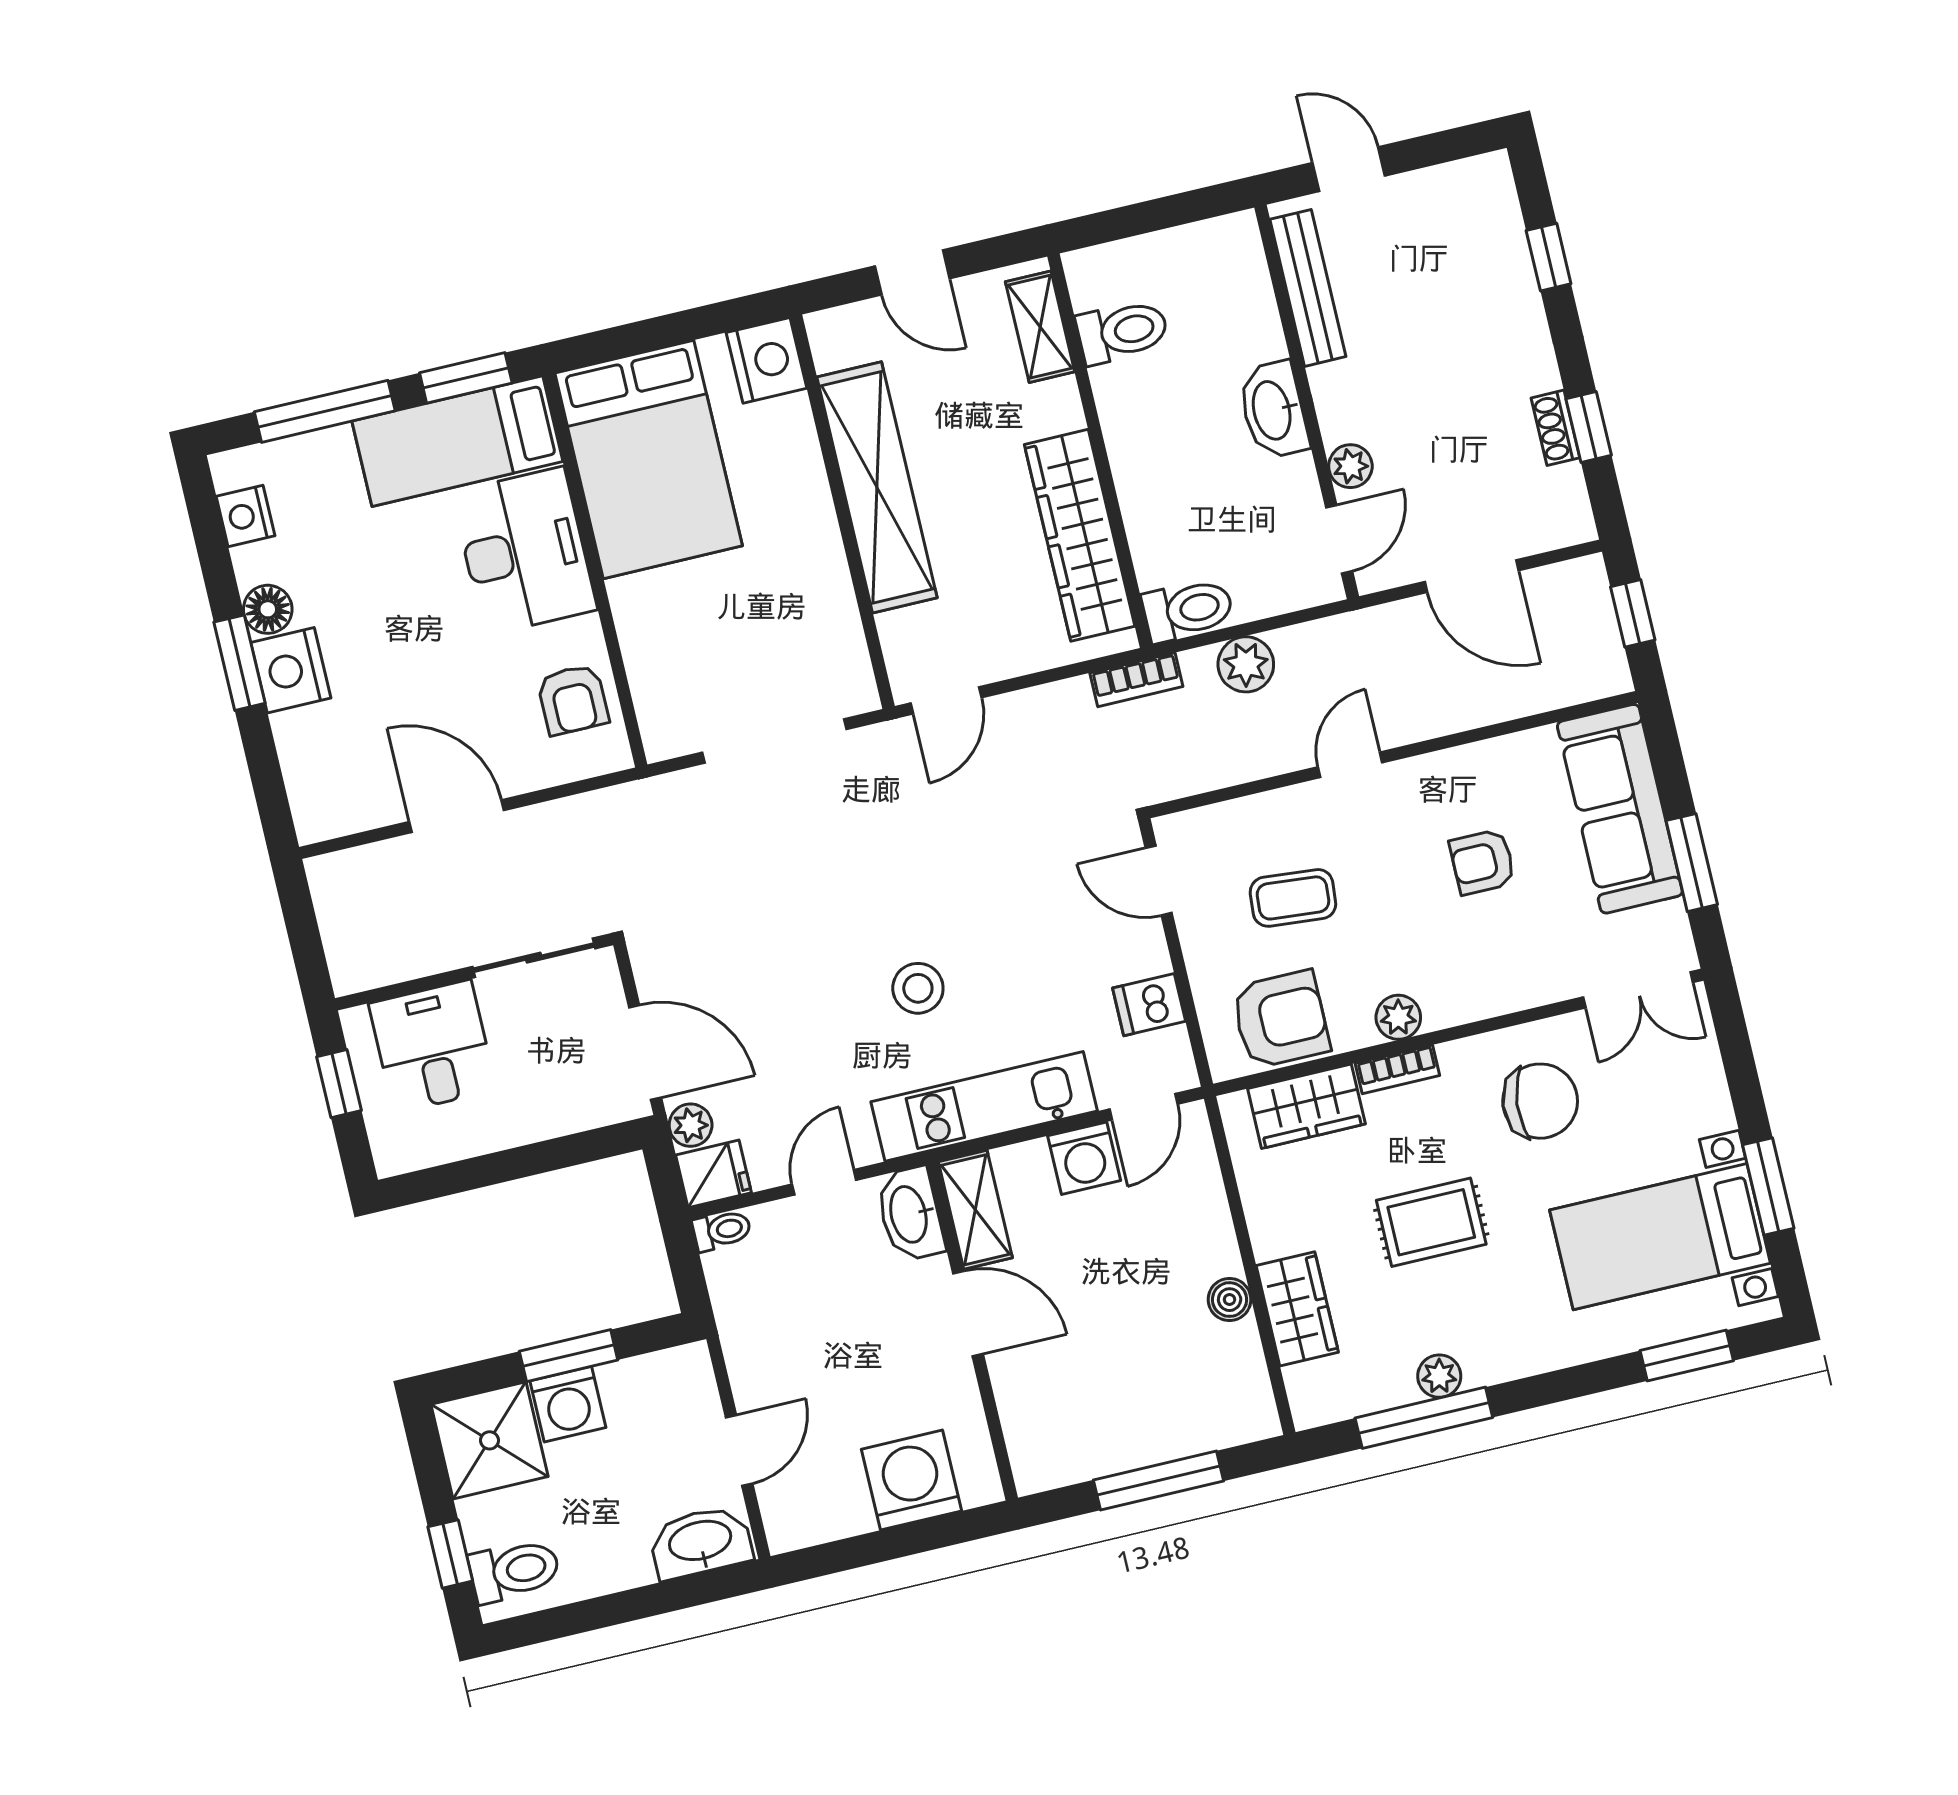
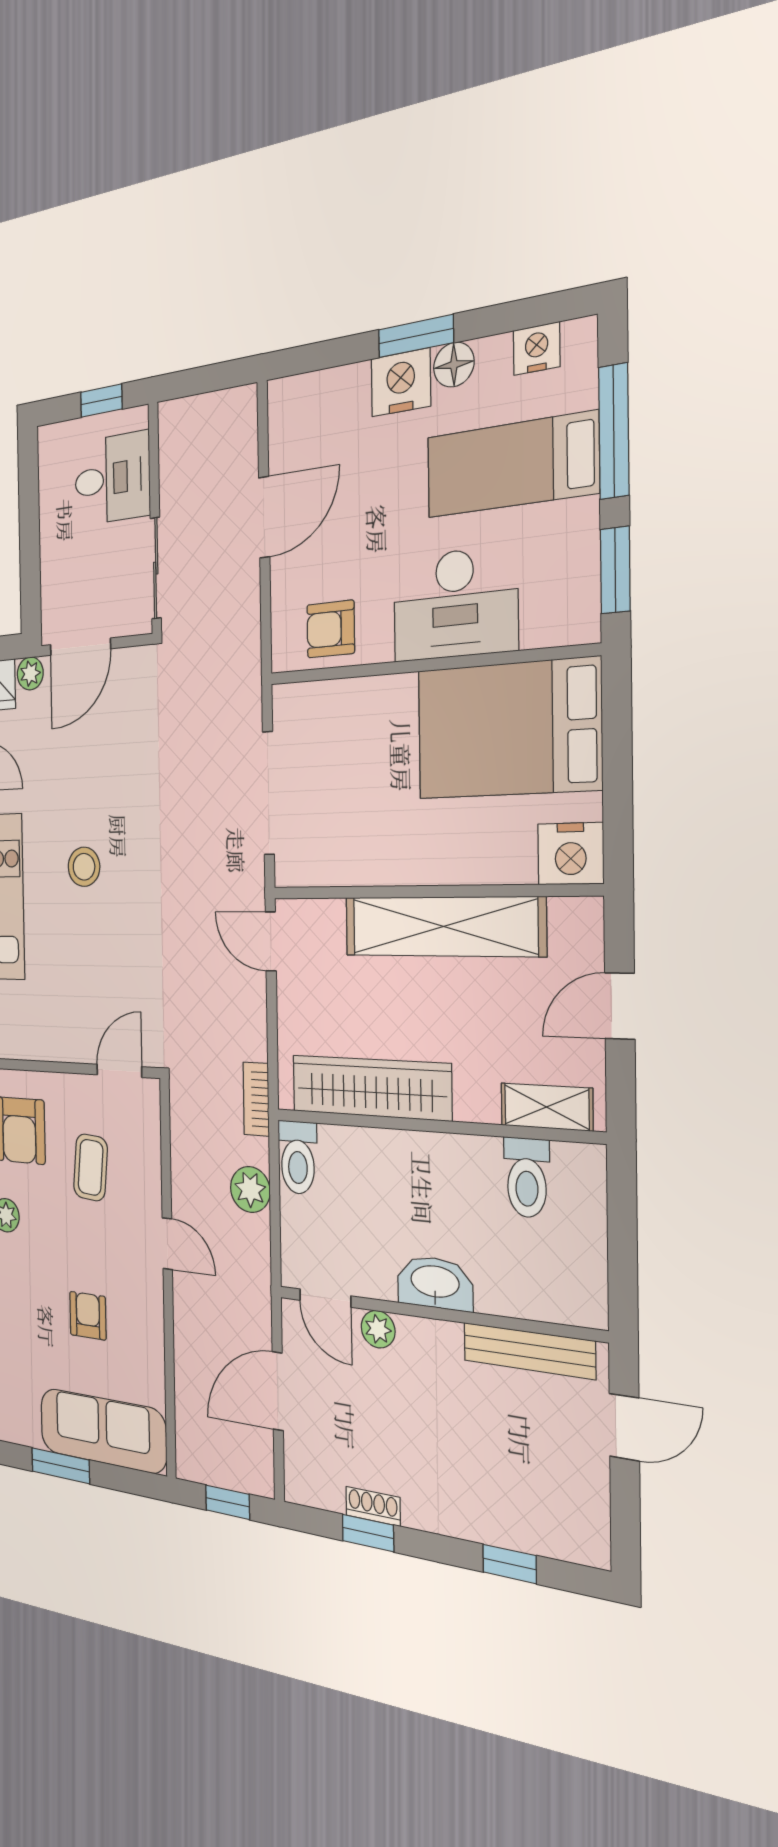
bed: (457, 441) -> (512, 465), moved, turned -90
dishwasher: (1149, 1005) -> (44, 1037), removed

